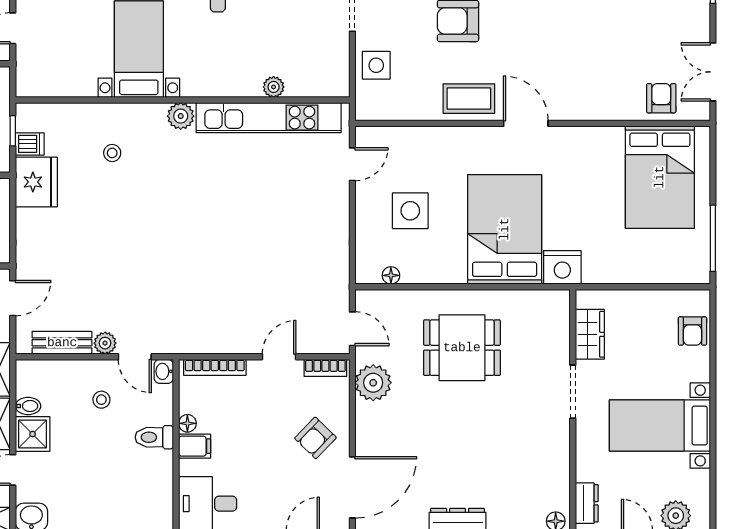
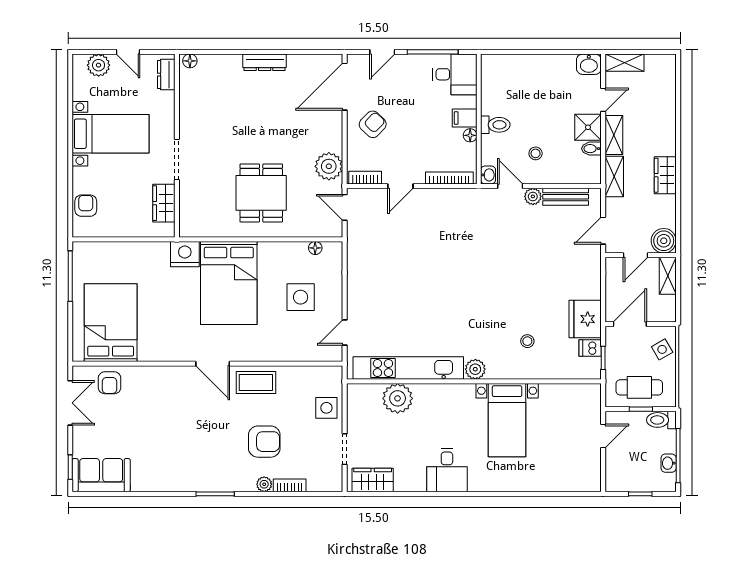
plant: (274, 87) -> (398, 398), width x1.88, depth x1.88
dining table: (462, 348) -> (261, 193), turned 90

